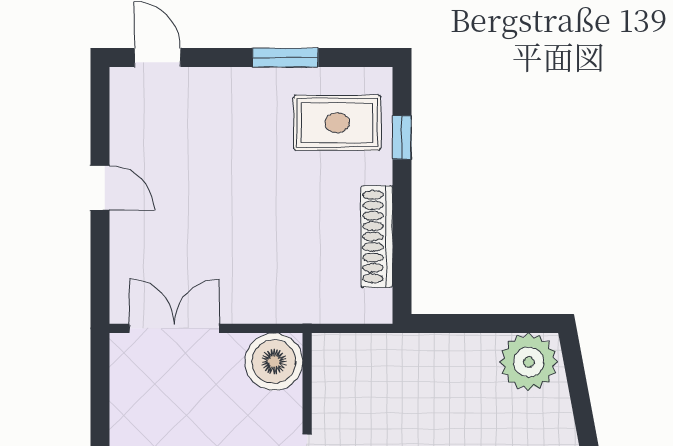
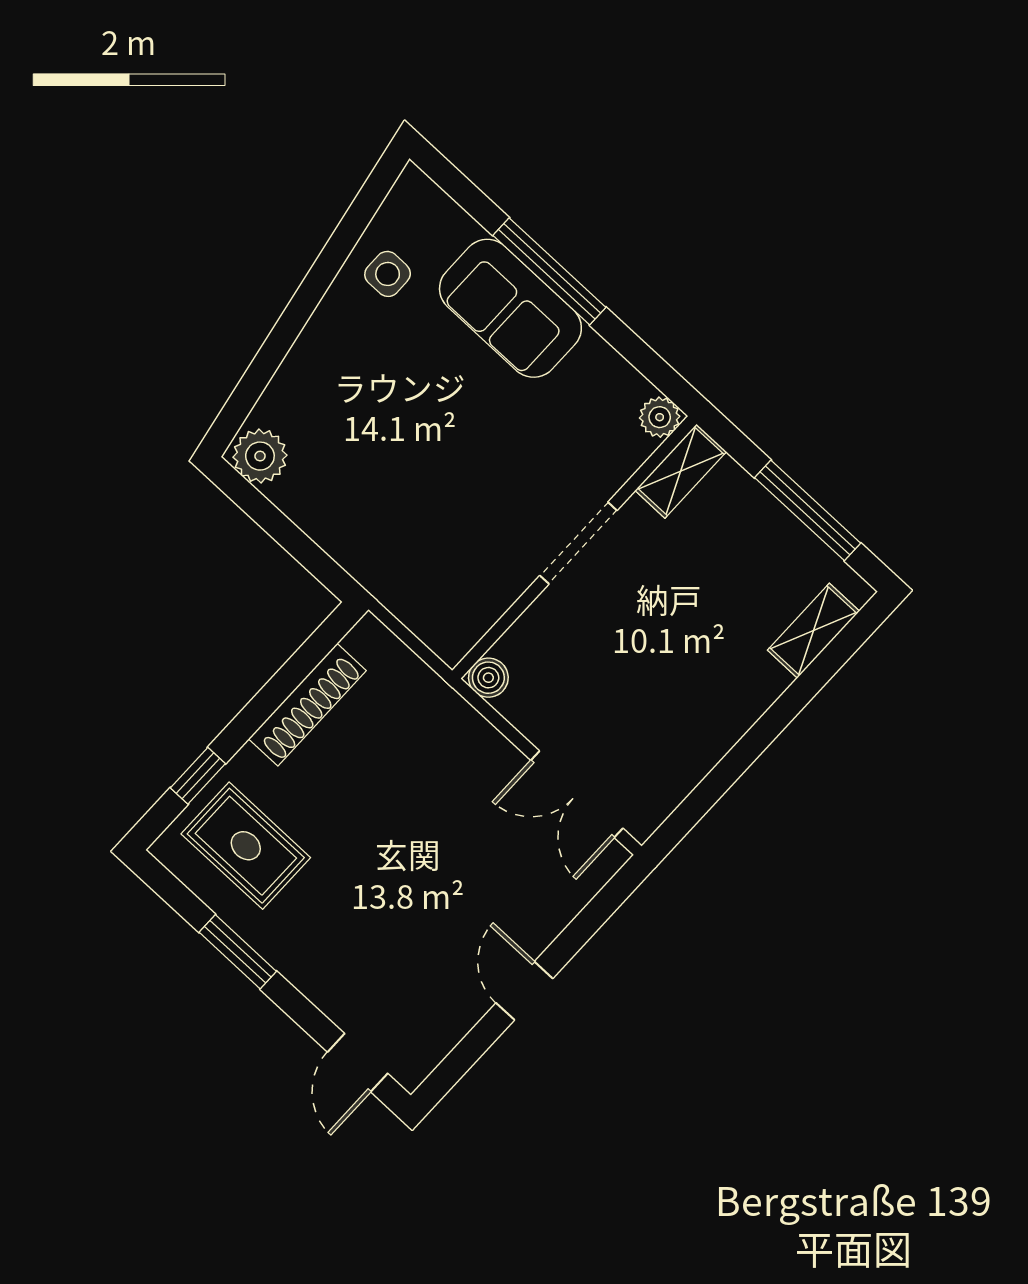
boiler: (274, 362) -> (488, 678), width x0.54, depth x0.54
plant: (529, 362) -> (260, 456), width x0.73, depth x0.73

